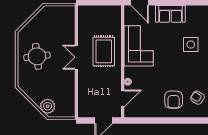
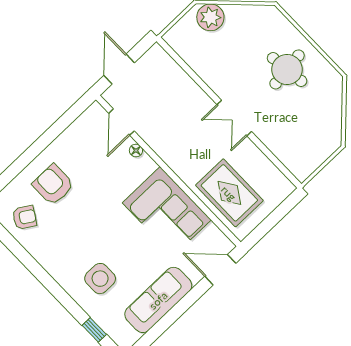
sofa: (170, 14) -> (158, 300), width x1.36
rug: (104, 51) -> (229, 193), moved
double door: (76, 57) -> (234, 118), swing flipped

